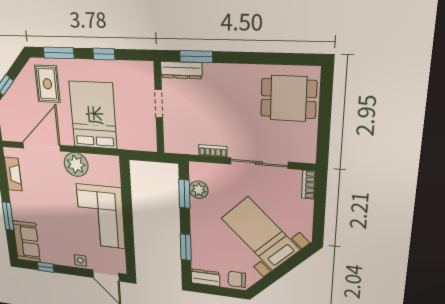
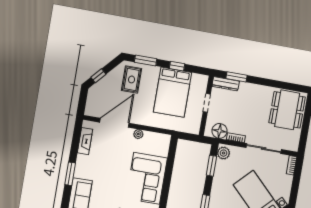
dining table: (289, 99) -> (287, 110), width x1.37
bed: (93, 115) -> (173, 92), moved, turned 180
floor lamp: (186, 143) -> (219, 131), added
plant: (76, 164) -> (138, 134), width x0.53, depth x0.53
plant: (199, 190) -> (224, 153), moved

